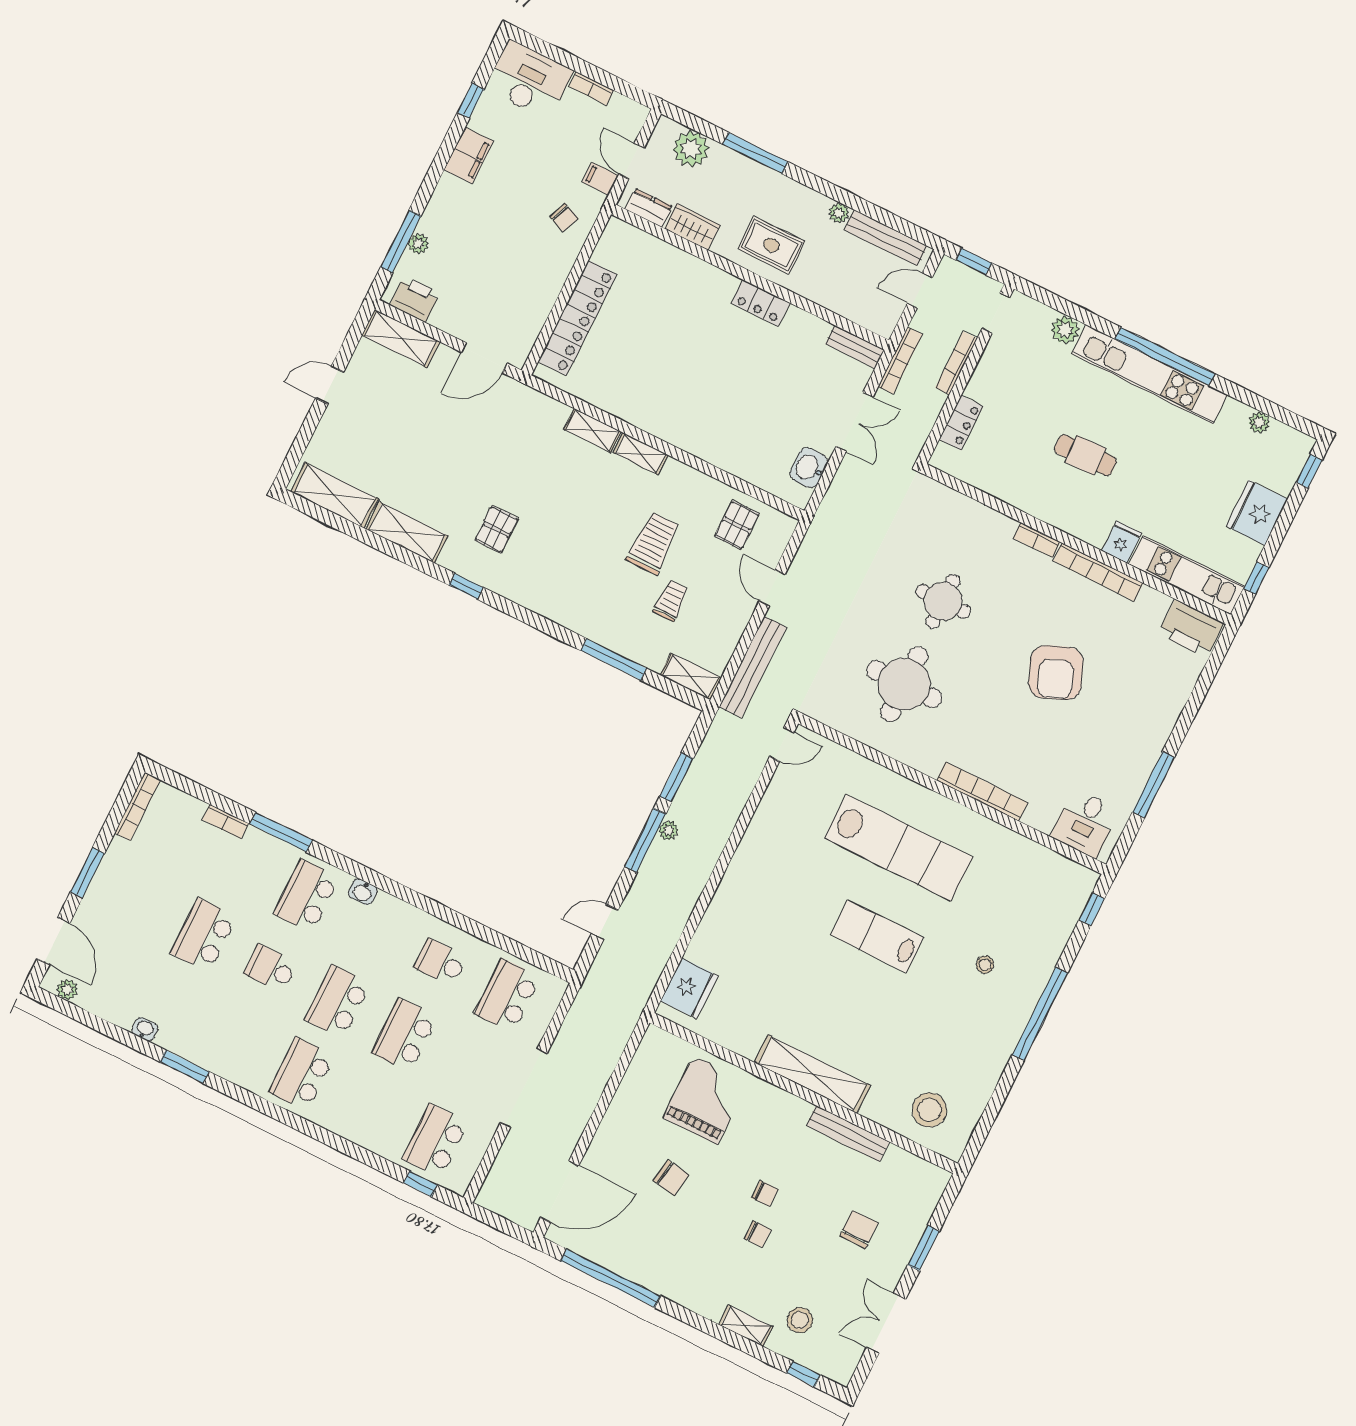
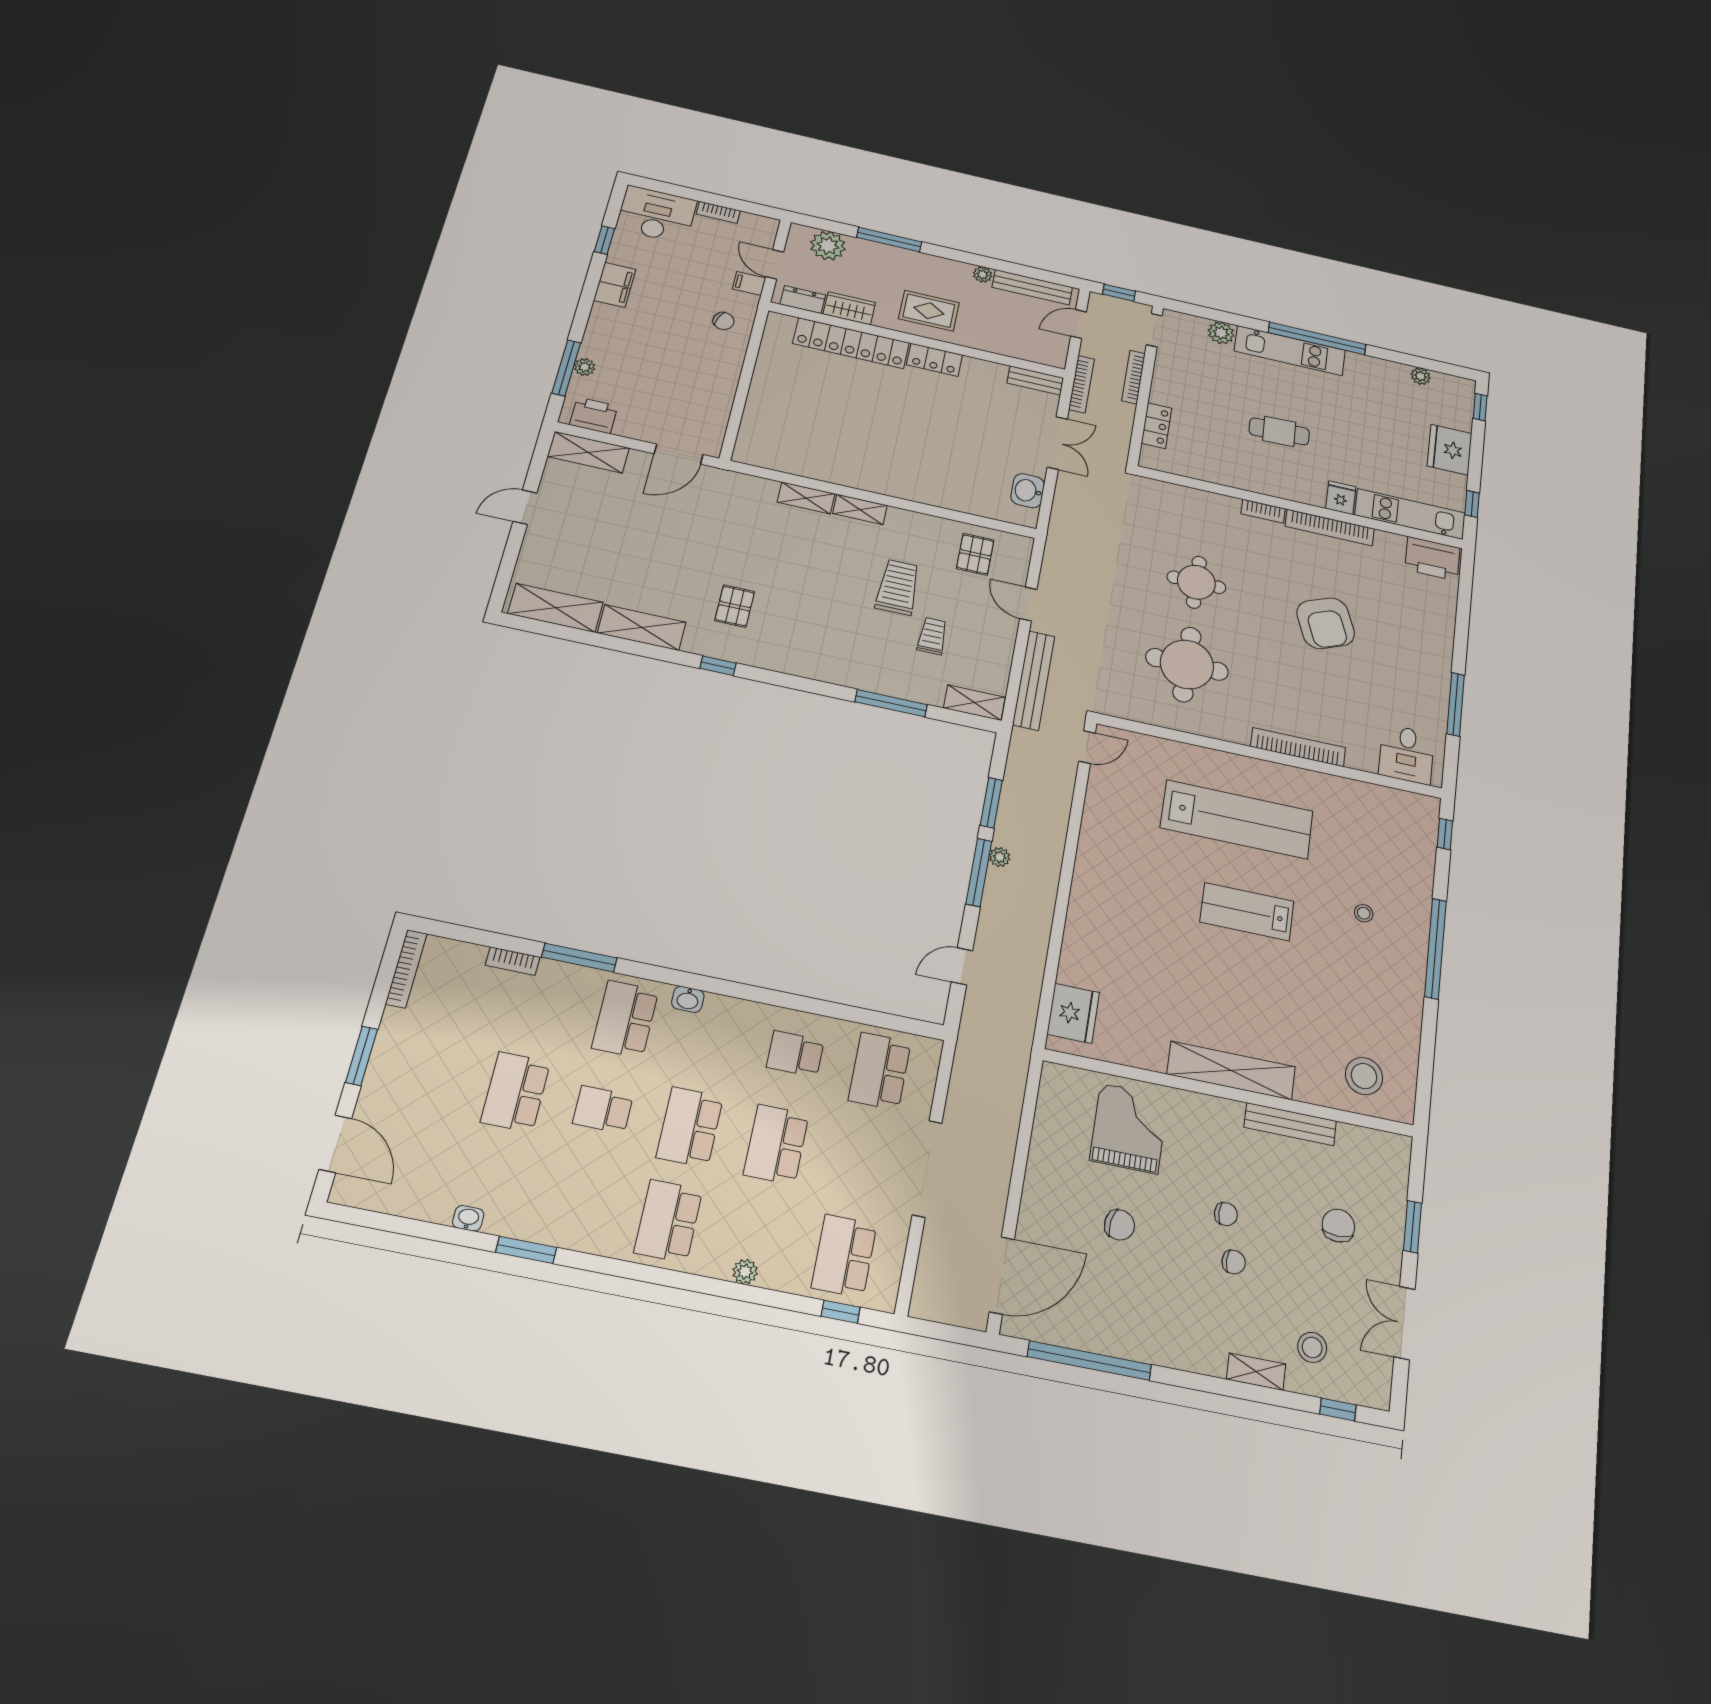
locker: (577, 318) -> (851, 343), moved, turned 90
kitchen unit: (1149, 374) -> (1290, 351), width x0.73
plant: (67, 990) -> (745, 1272), moved

